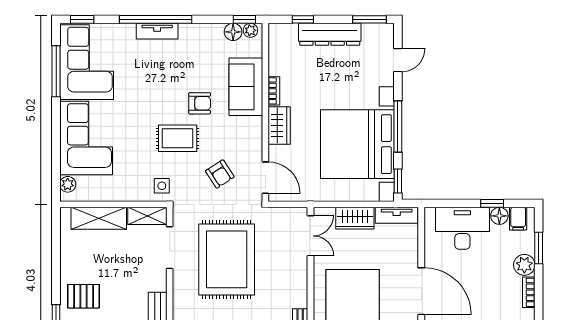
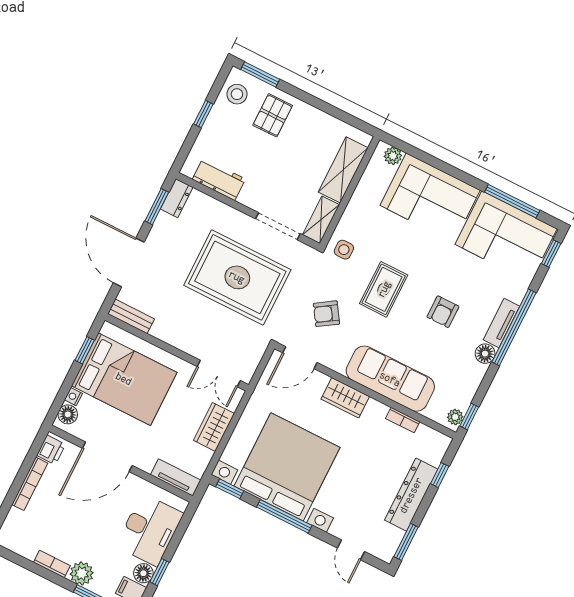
floor lamp: (233, 32) -> (485, 354), moved
sofa: (246, 87) -> (390, 379), width x1.36
bookcase: (274, 91) -> (403, 420), moved
armchair: (200, 103) -> (443, 312), moved
tv unit: (397, 215) -> (176, 477), moved, turned 90

